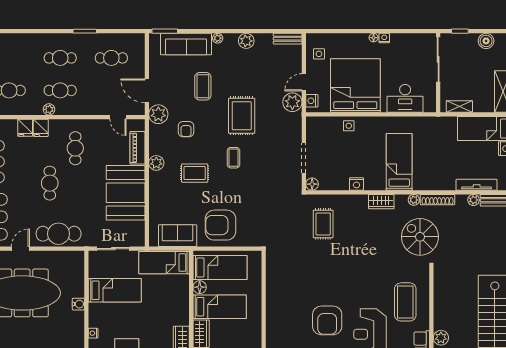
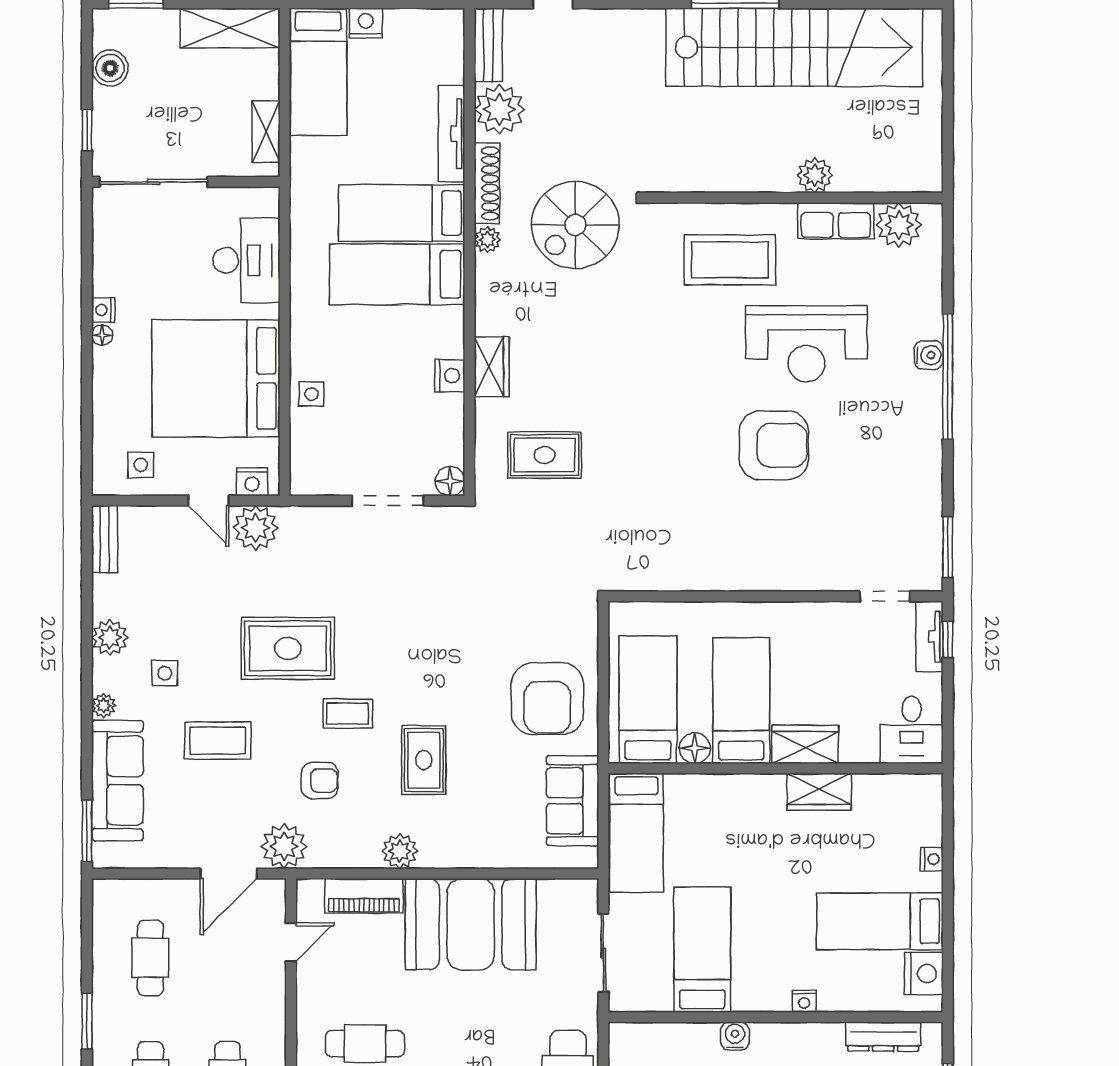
side table: (231, 64) -> (165, 673), added
coffee table: (233, 158) -> (348, 713), moved
bed: (425, 164) -> (402, 213), added
tv unit: (477, 185) -> (452, 134), moved
plant: (474, 200) -> (499, 109), width x1.87, depth x1.87
wardrobe: (381, 202) -> (492, 367), moved

